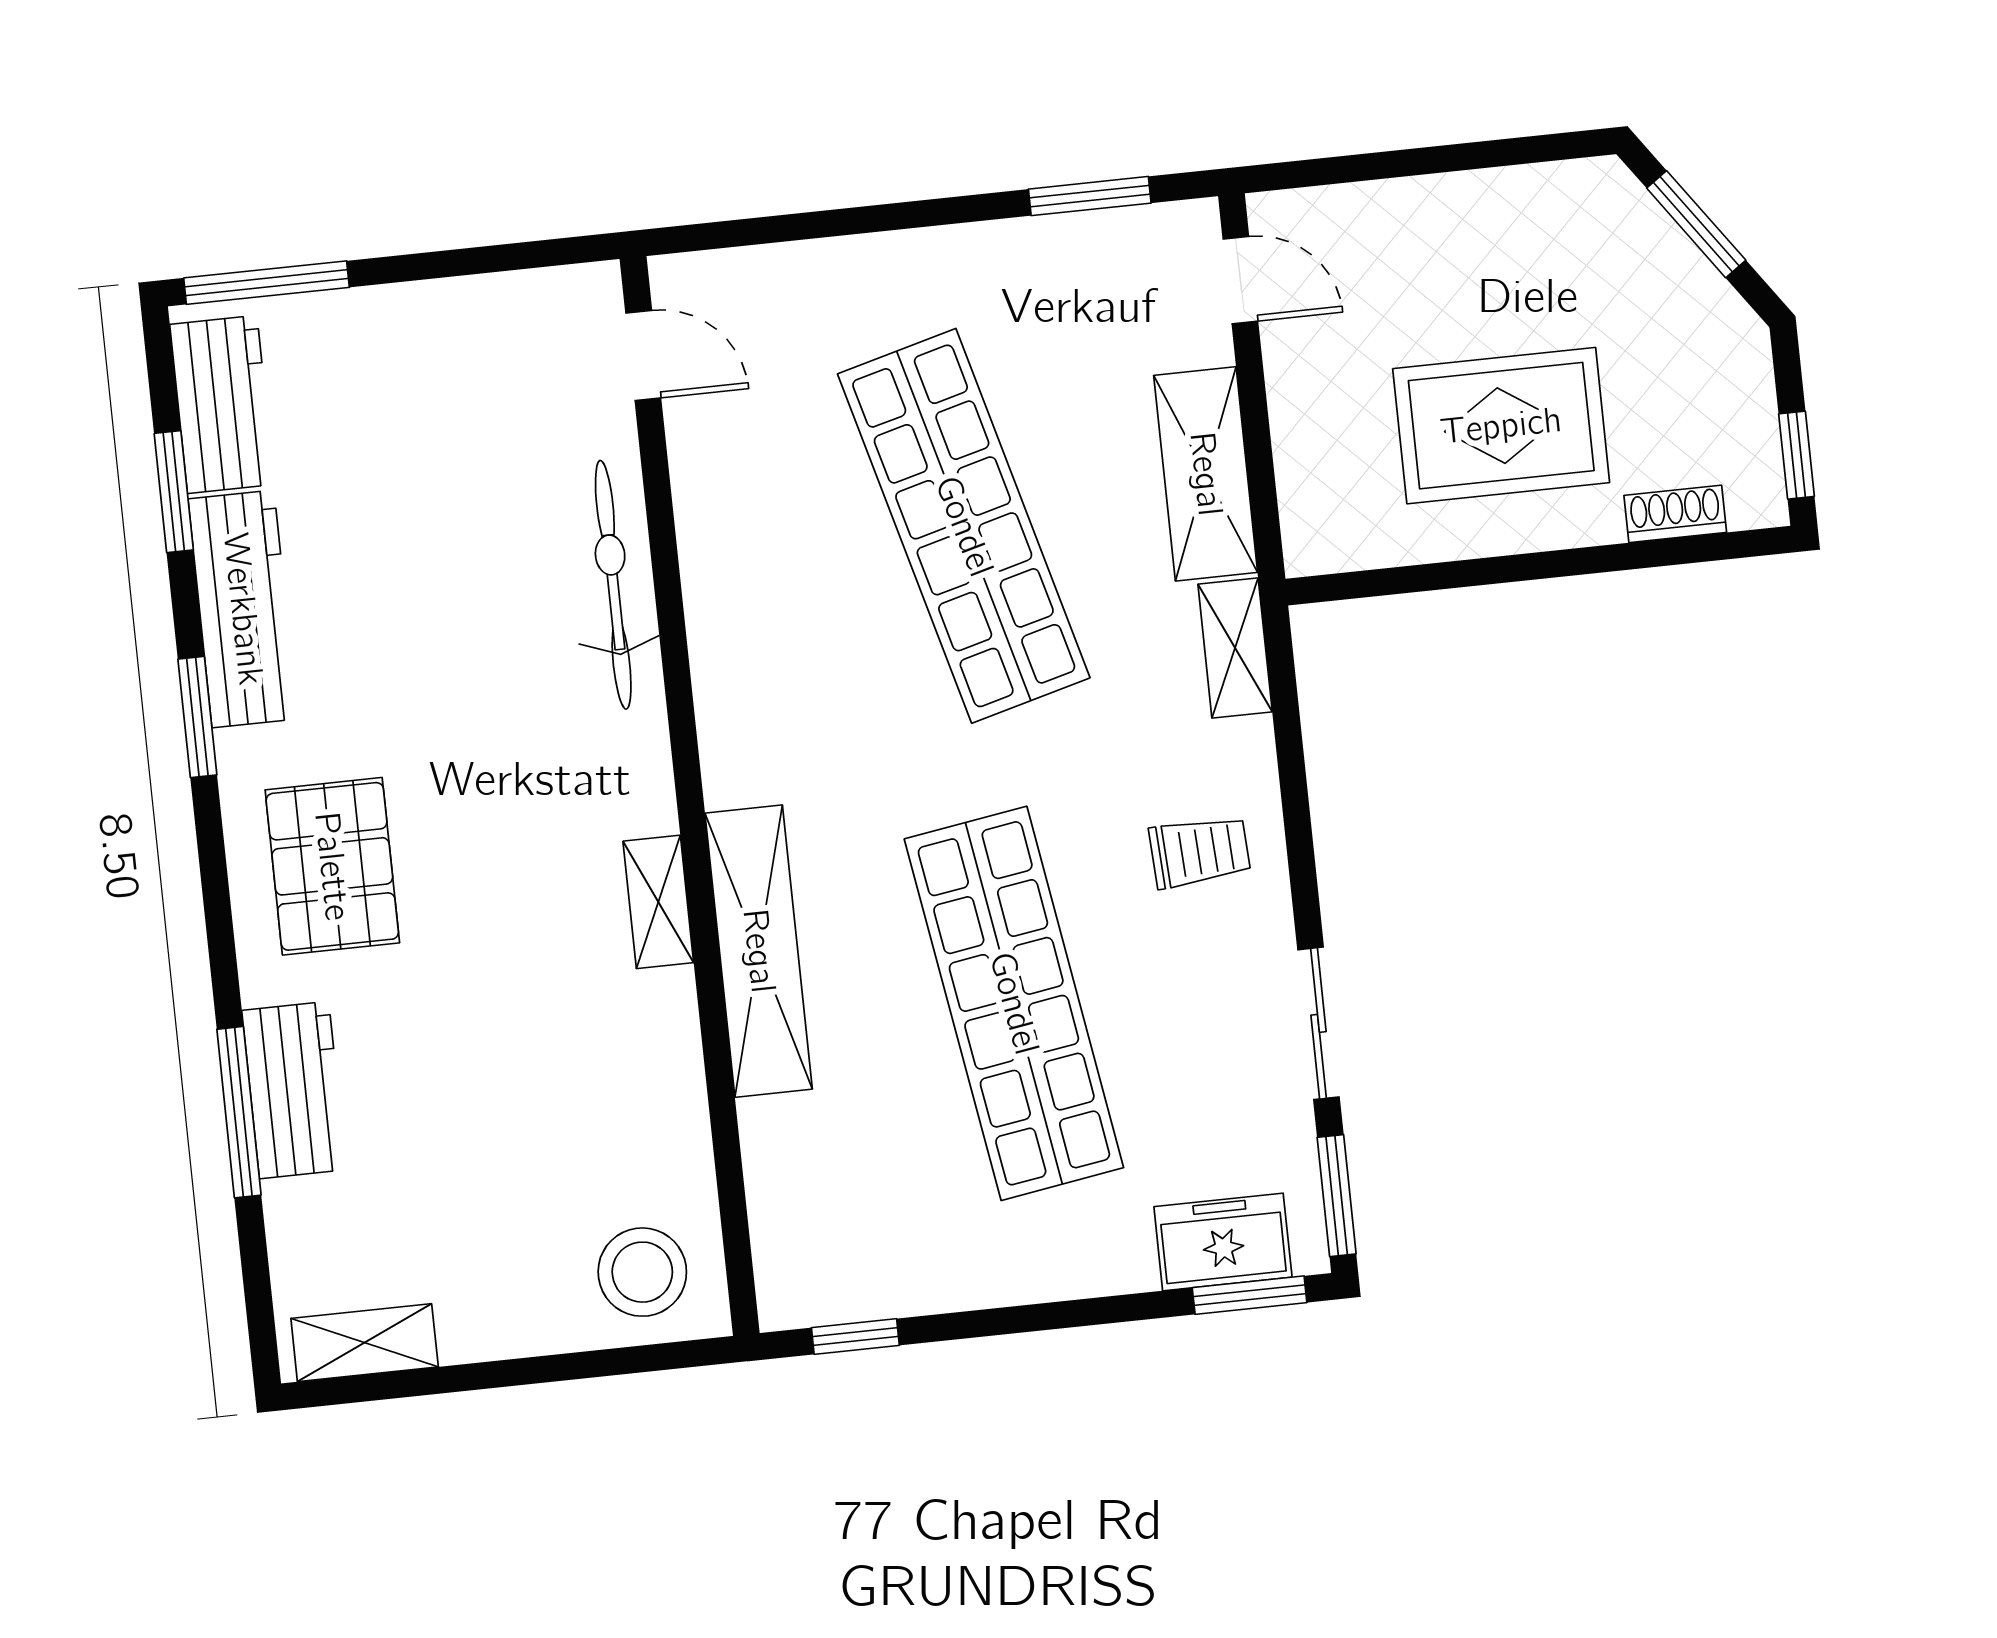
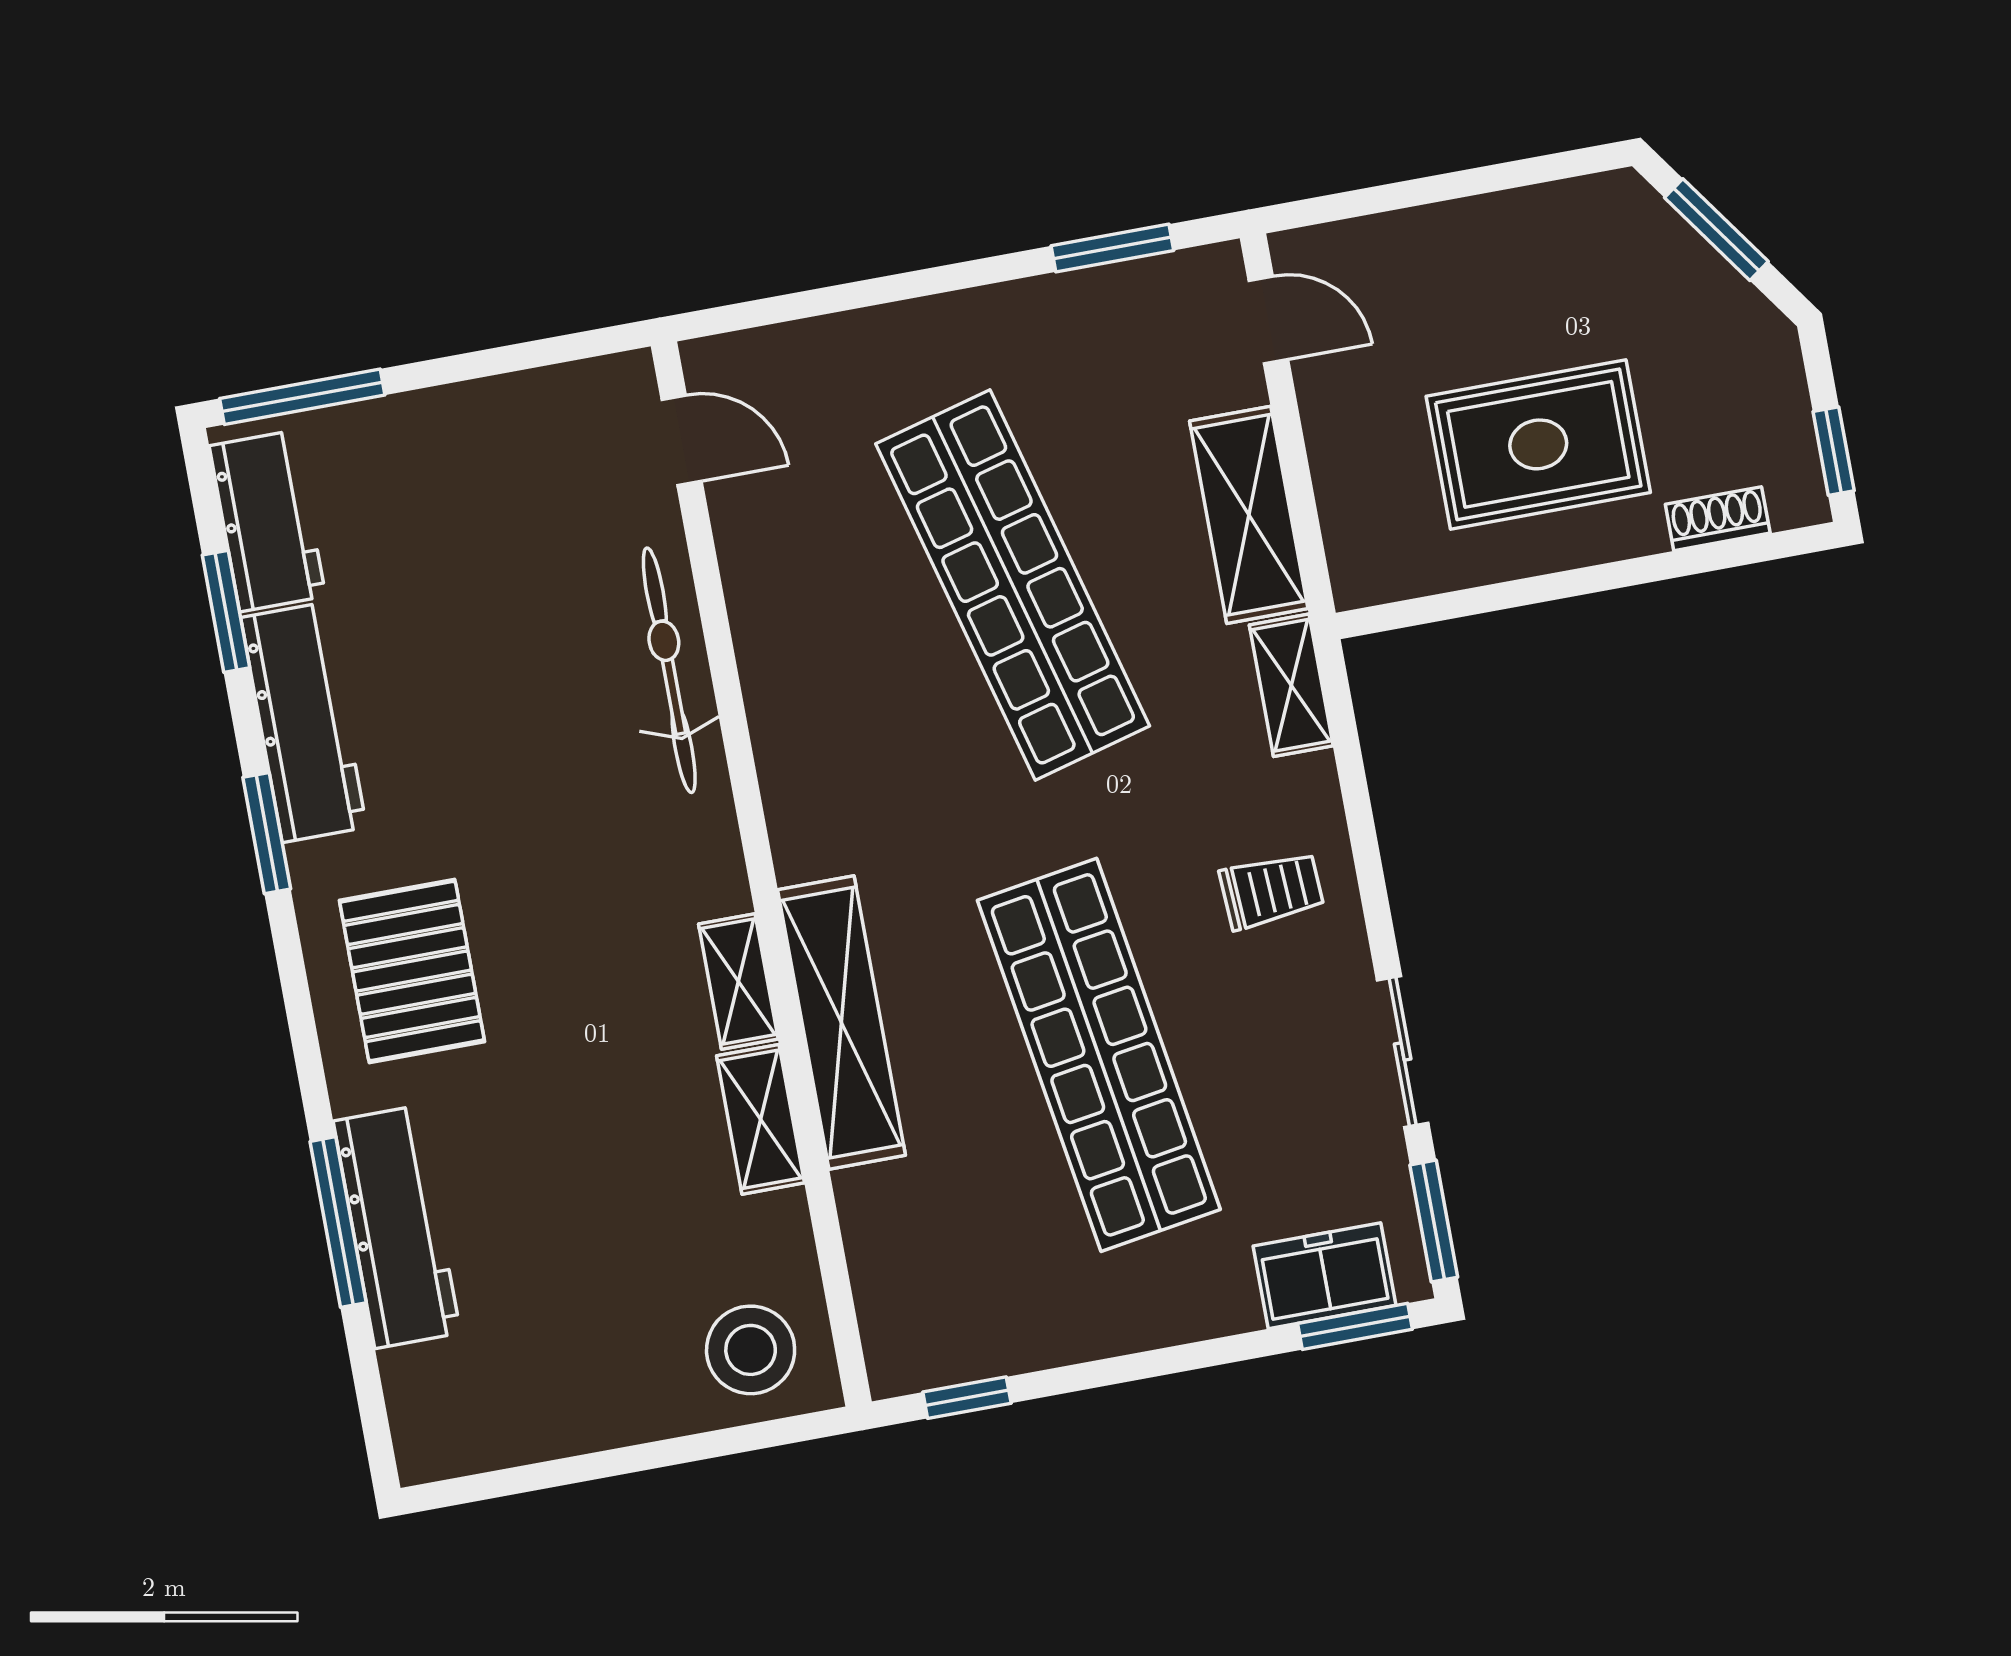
workbench: (294, 1090) -> (397, 1227), width x1.37
shelving: (365, 1343) -> (761, 1119), moved, turned 90

